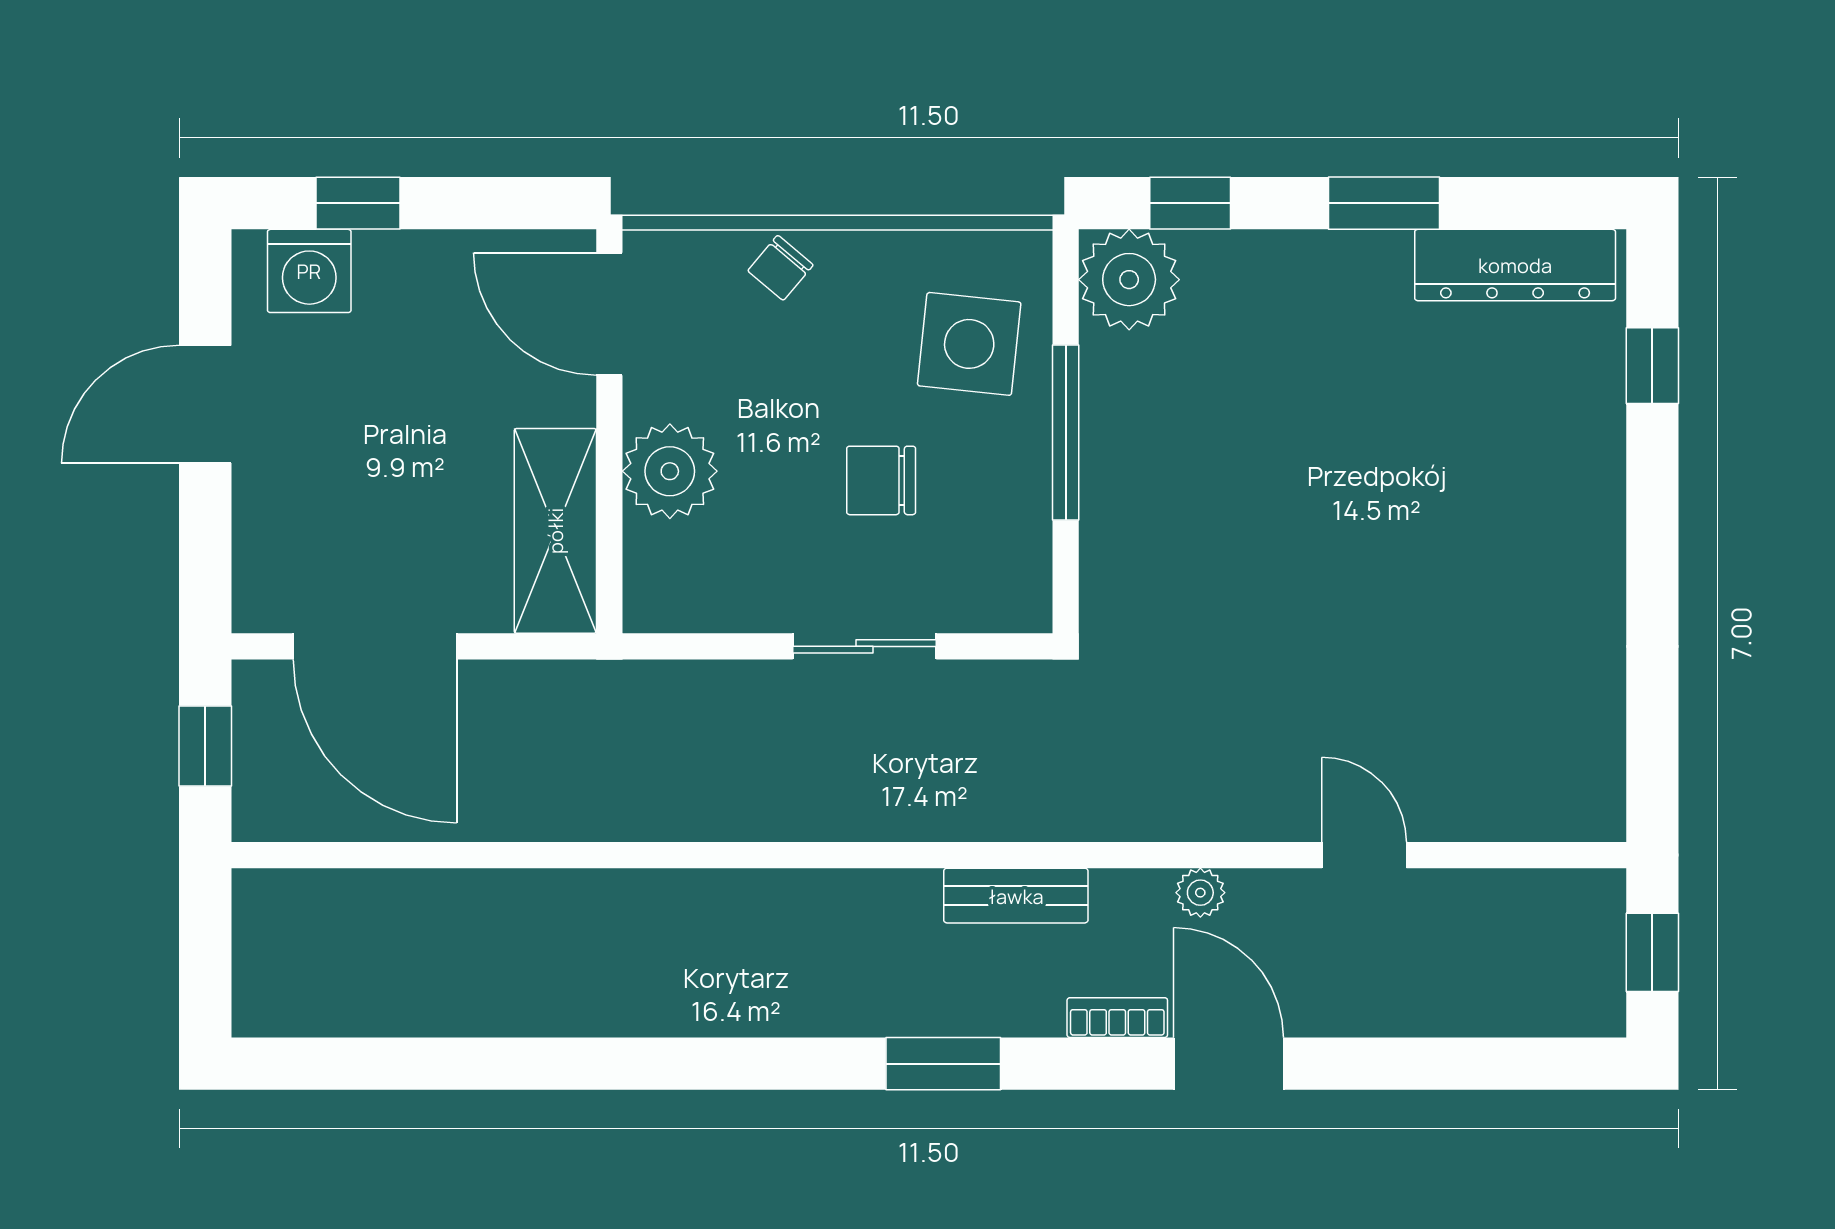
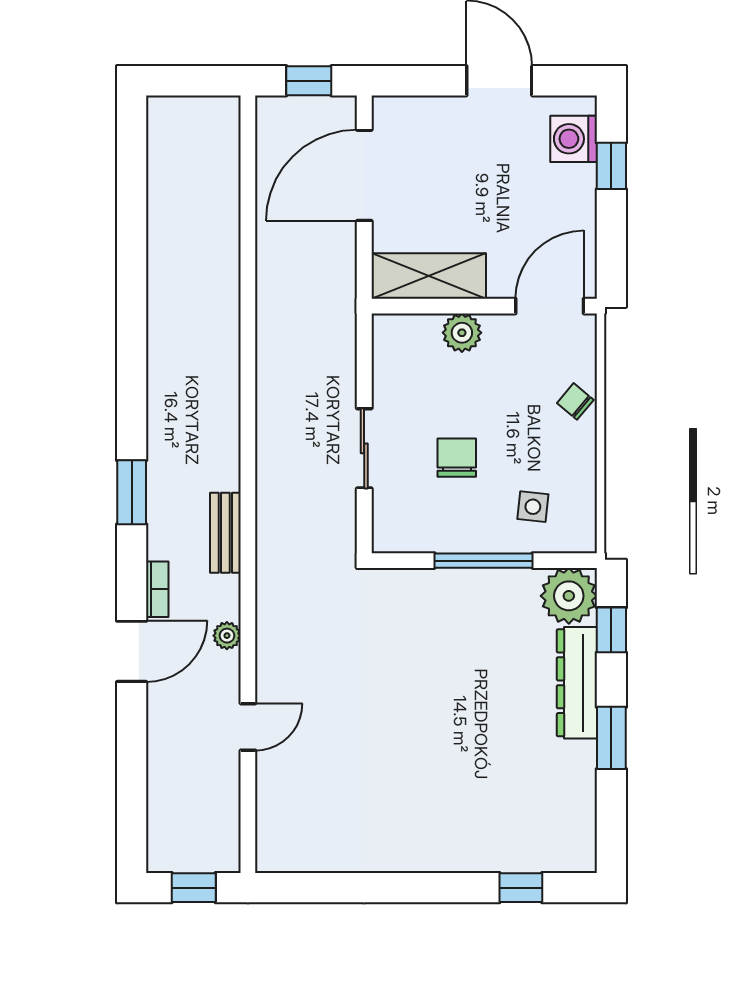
dresser: (1515, 265) -> (577, 683), moved
side table: (969, 344) -> (533, 507), width x0.54, depth x0.54
plant: (670, 471) -> (462, 333), width x0.73, depth x0.73

